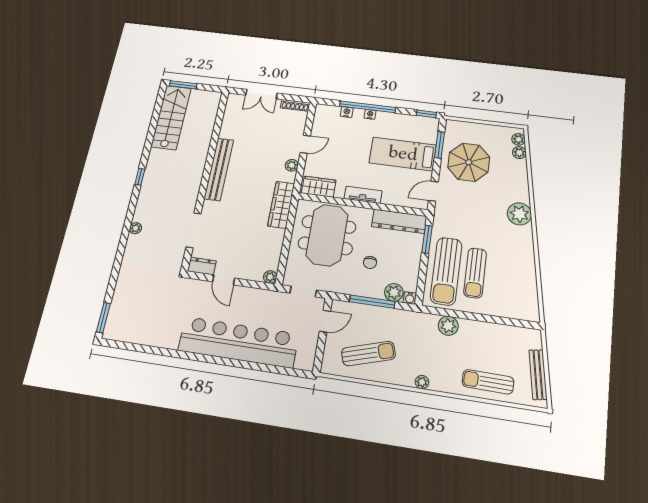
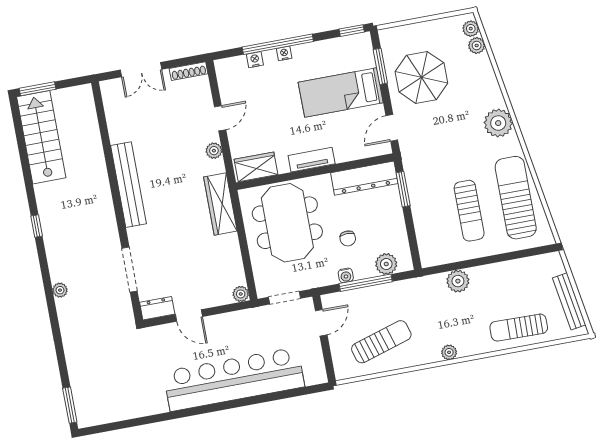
sun lounger: (446, 271) -> (516, 198), moved, turned 180
water cooler: (410, 298) -> (346, 275), moved

